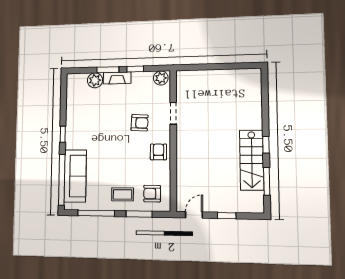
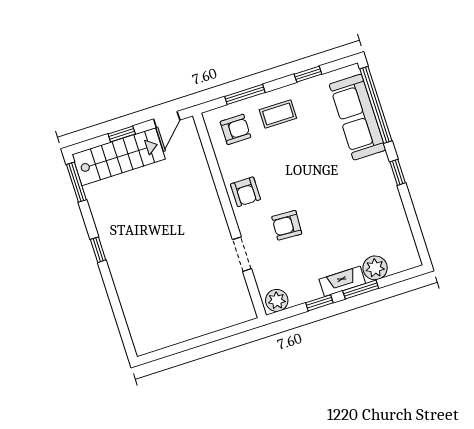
stairs: (252, 160) -> (119, 157), moved, turned 90
window: (267, 181) -> (76, 182), moved
window: (96, 213) -> (308, 74), width x0.46

